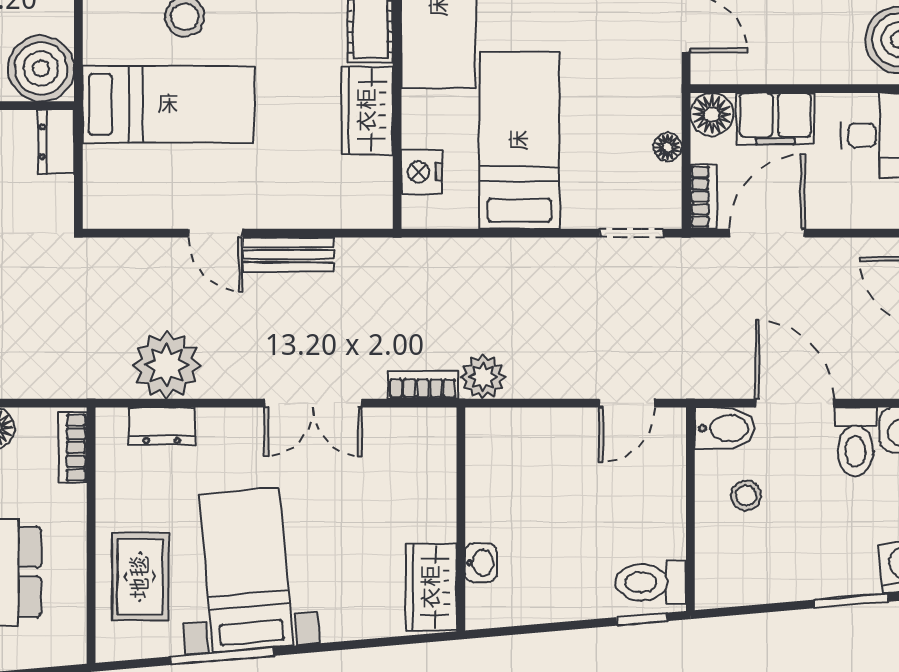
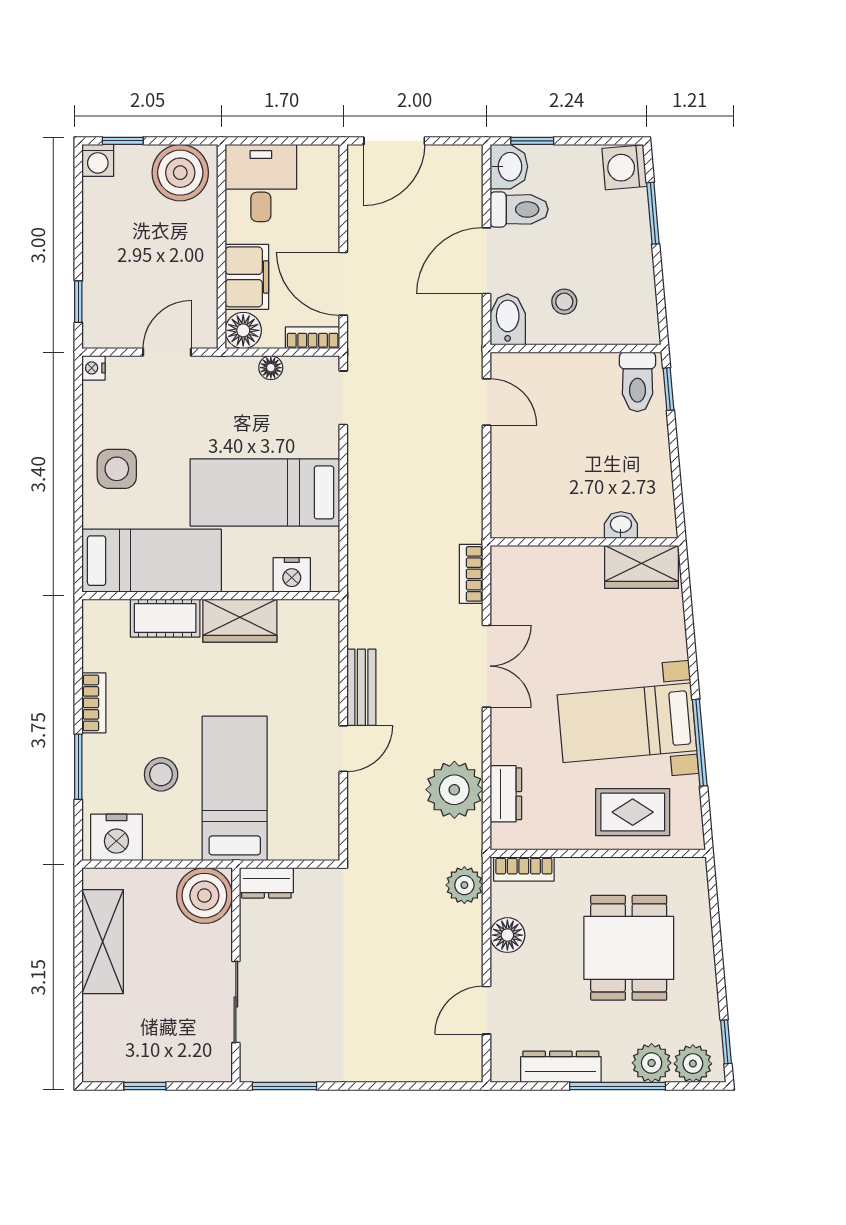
plant: (483, 377) -> (464, 885), moved

